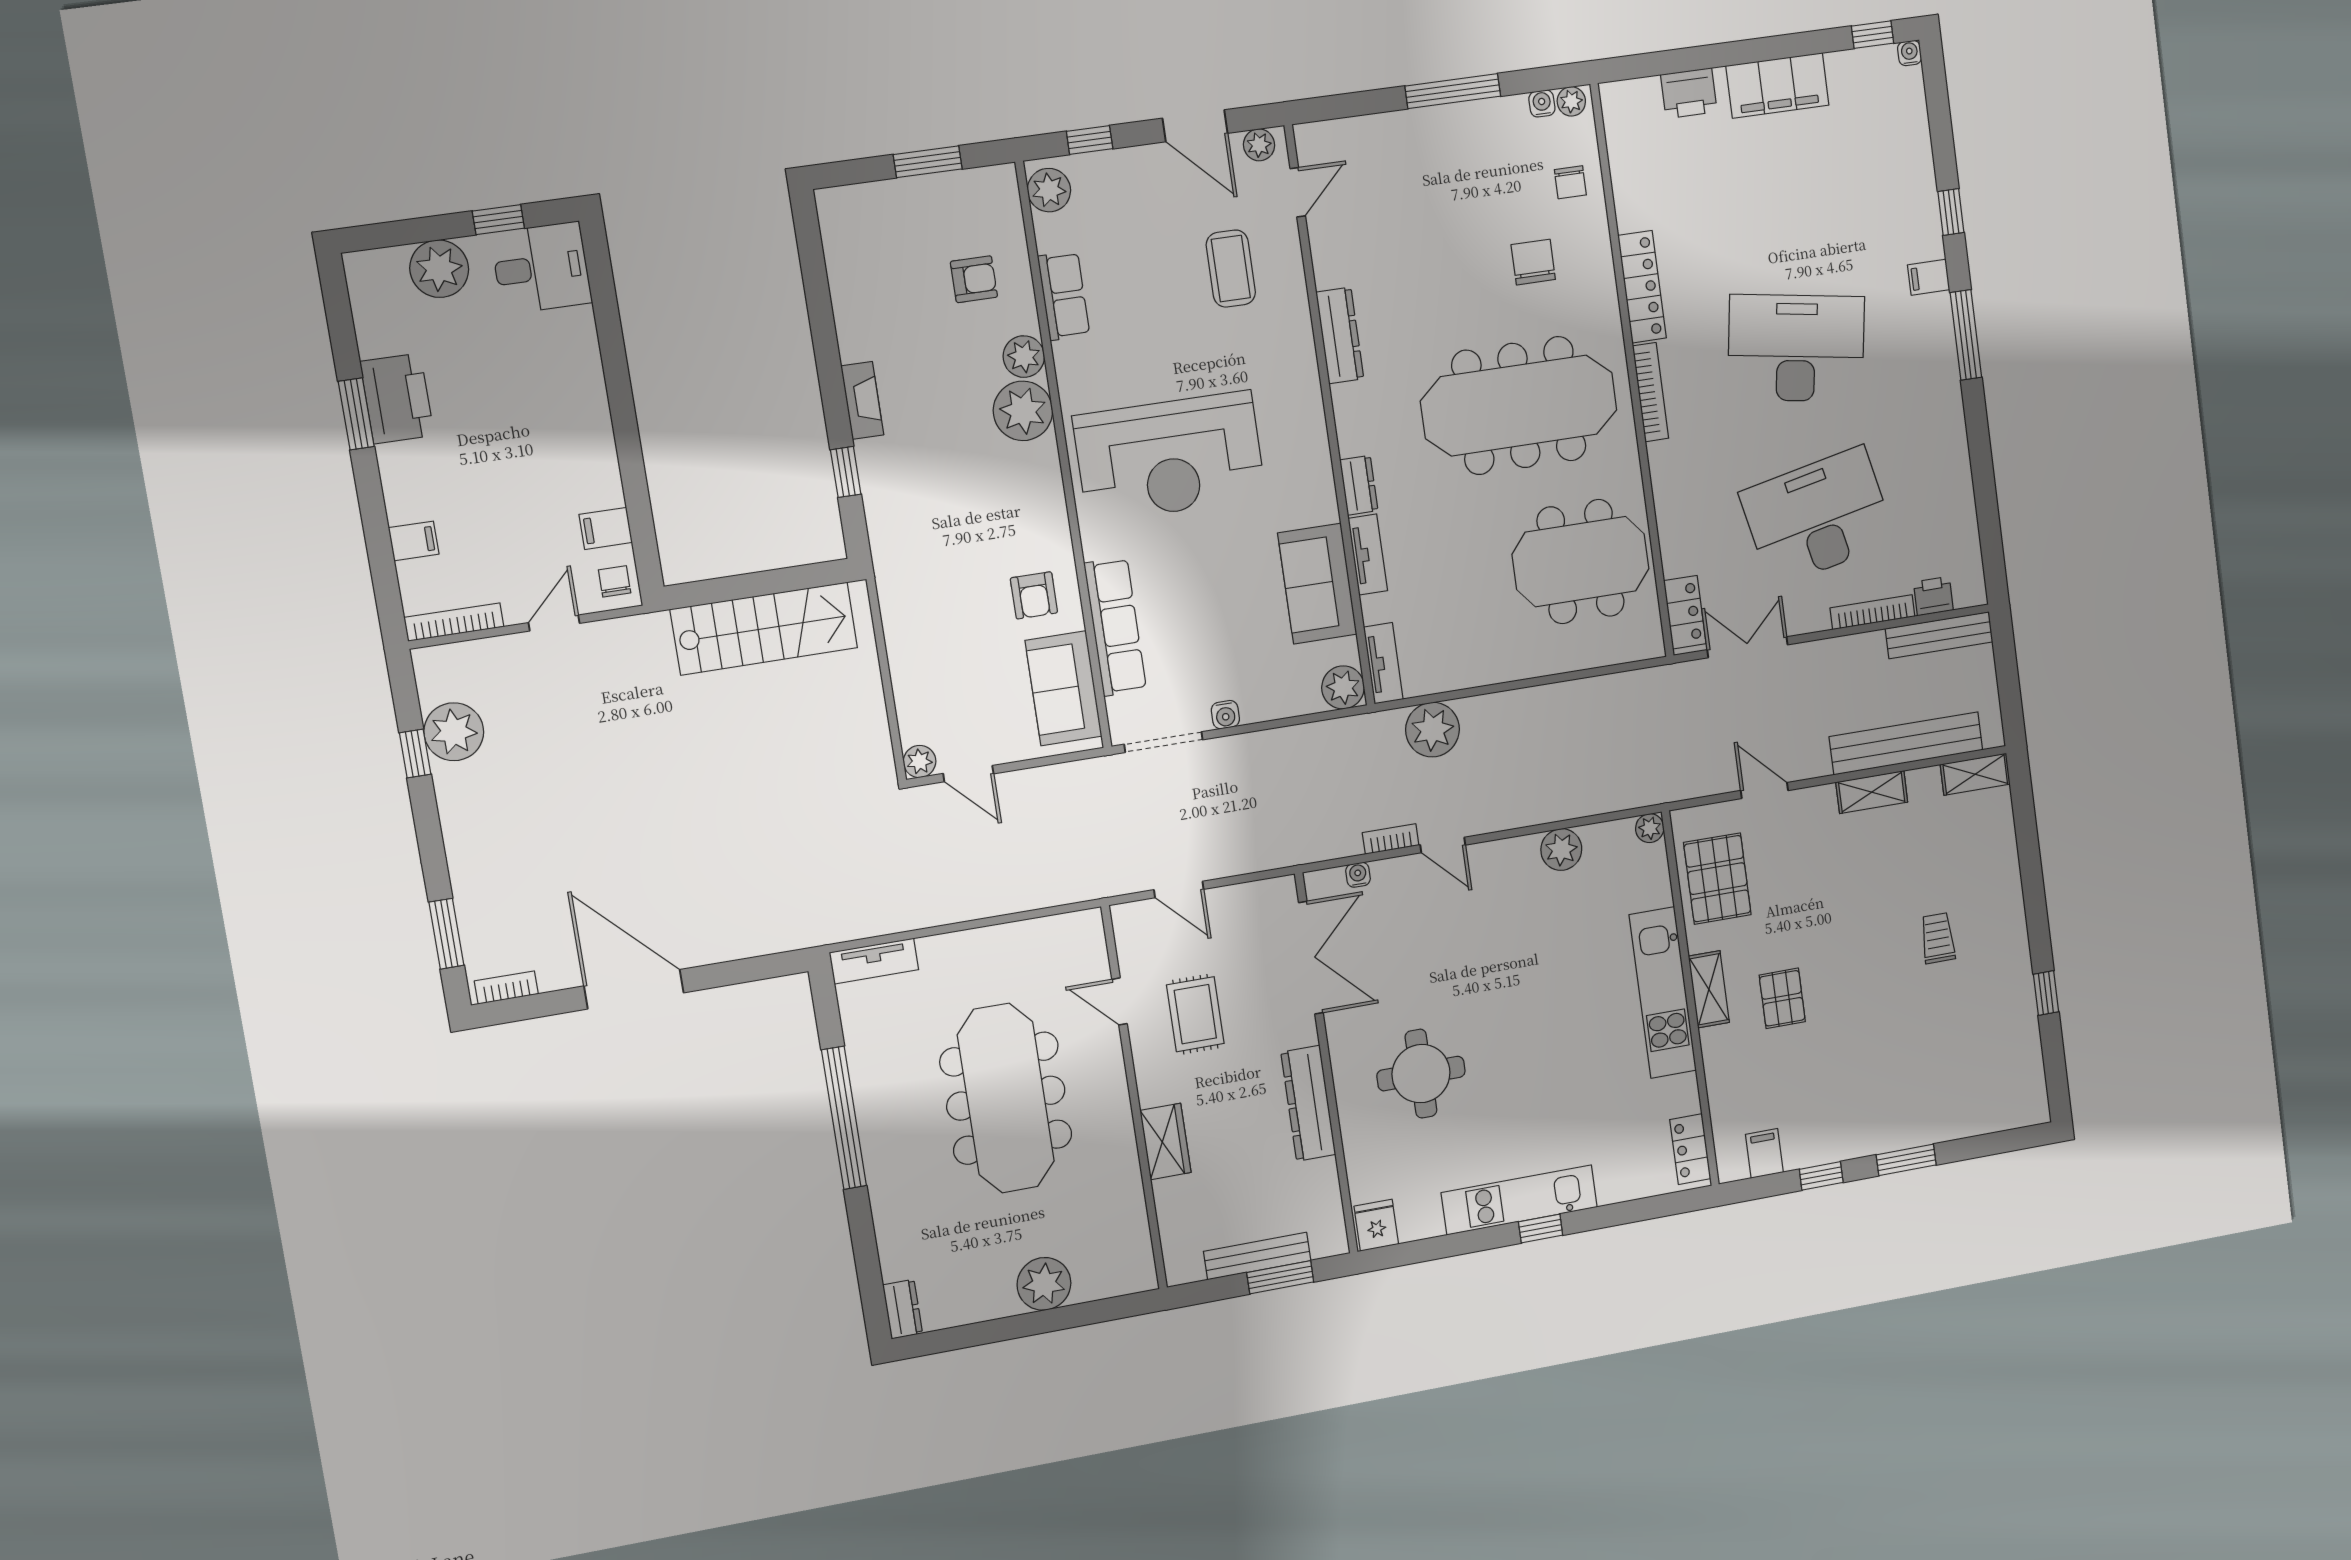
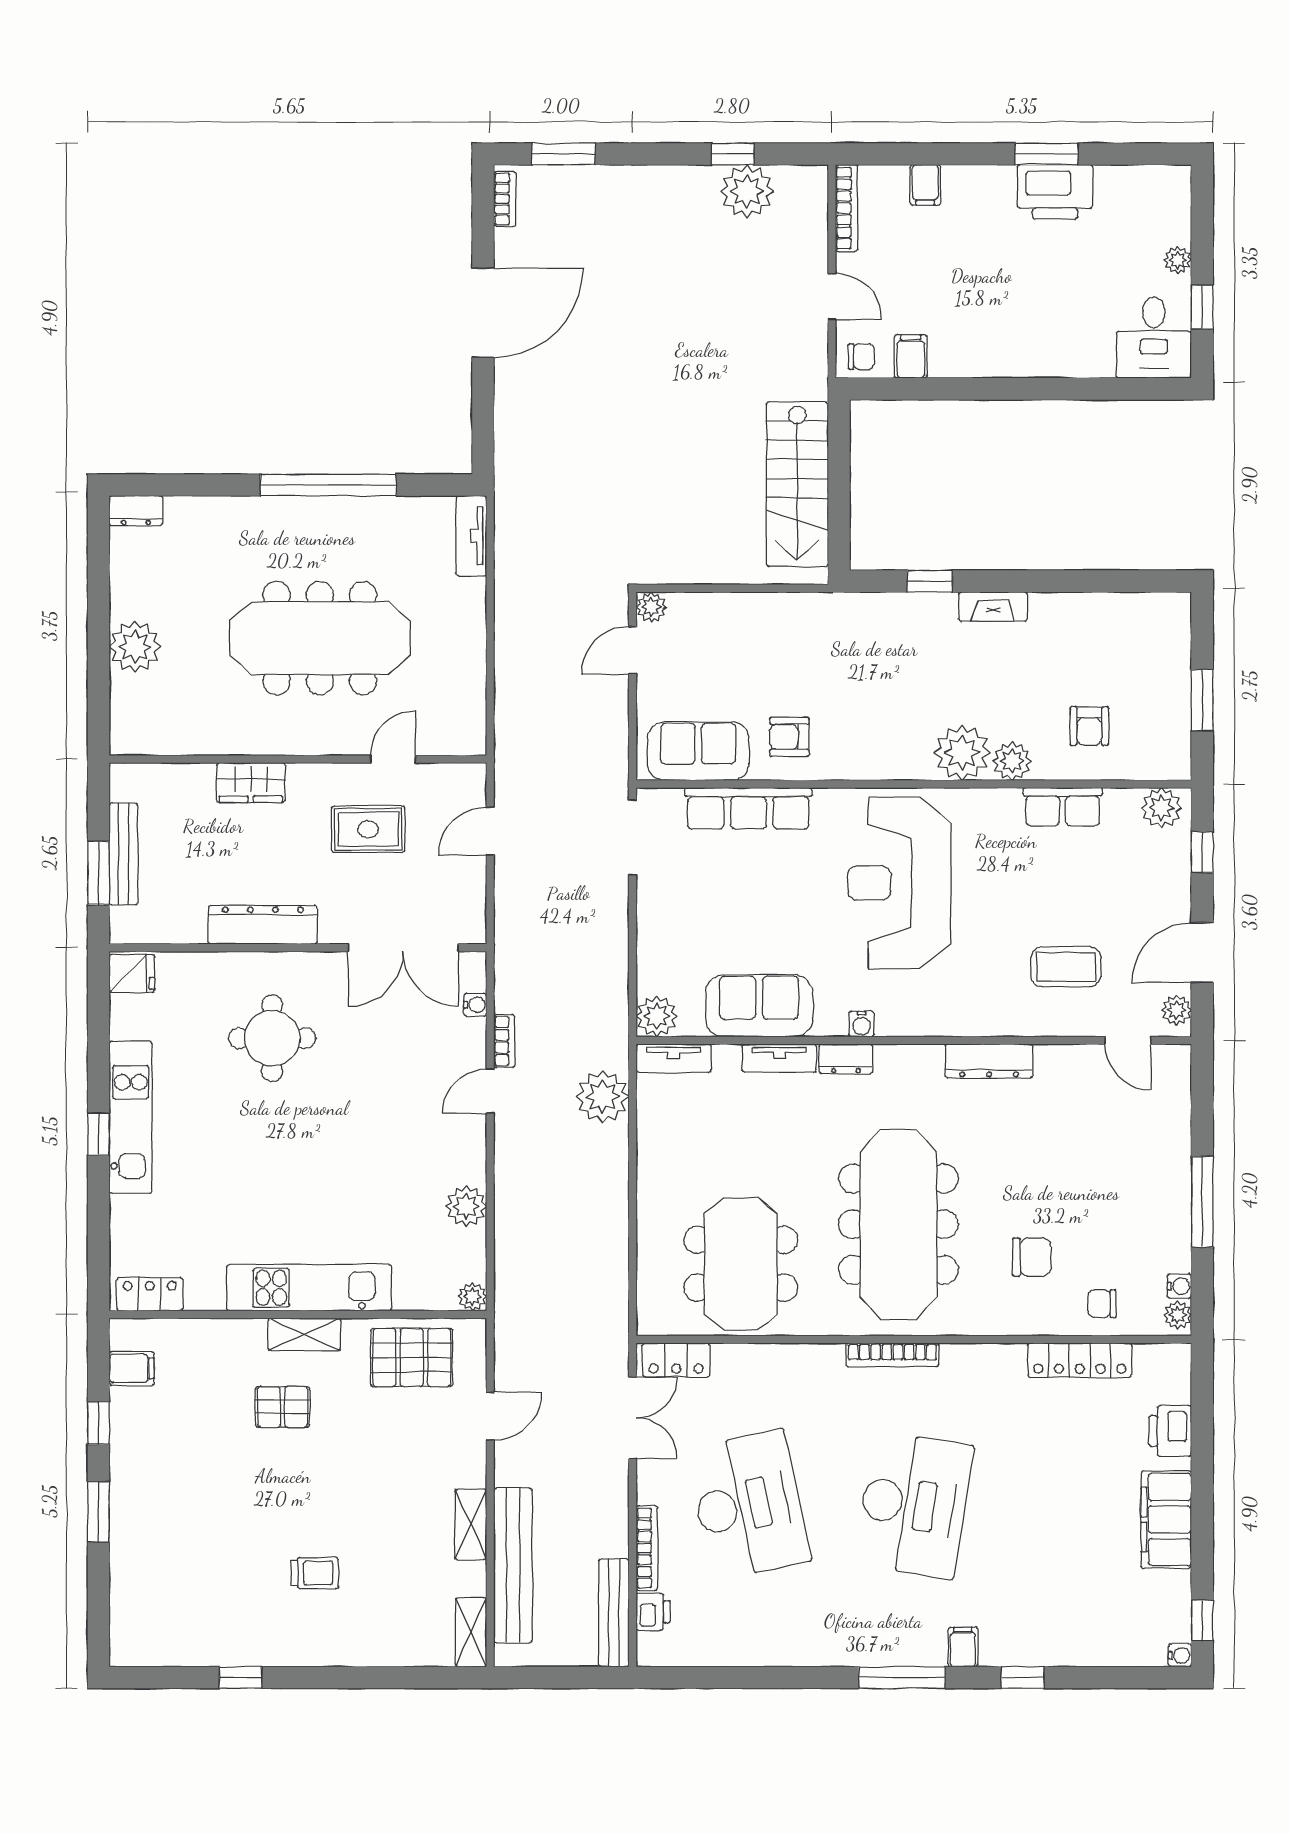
plant: (439, 269) -> (1178, 260), width x0.53, depth x0.53
locker: (1642, 287) -> (1080, 1360), moved
water cooler: (1225, 715) -> (862, 1024), moved, turned -90

